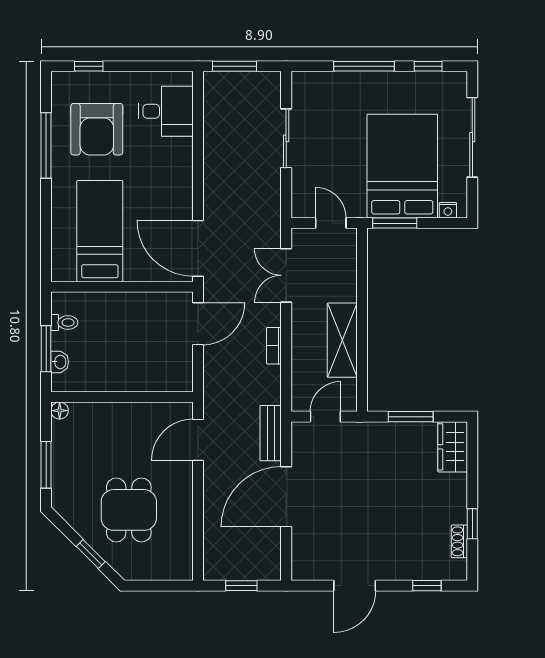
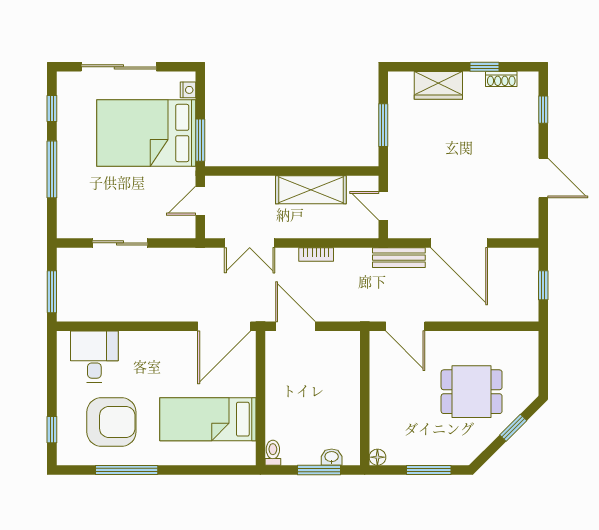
toilet: (64, 322) -> (273, 453), moved
wardrobe: (453, 447) -> (438, 85), moved

